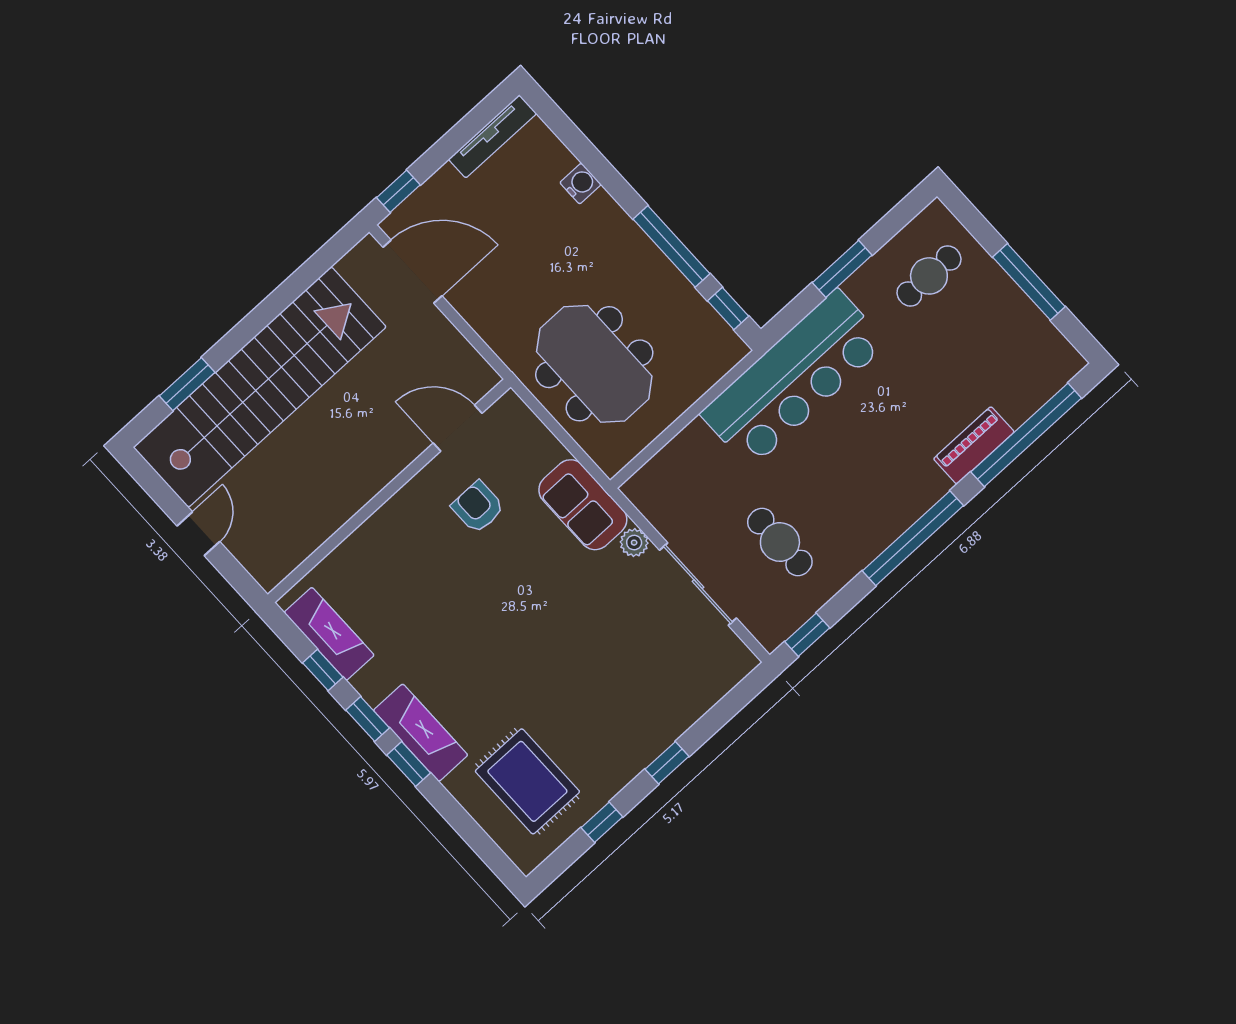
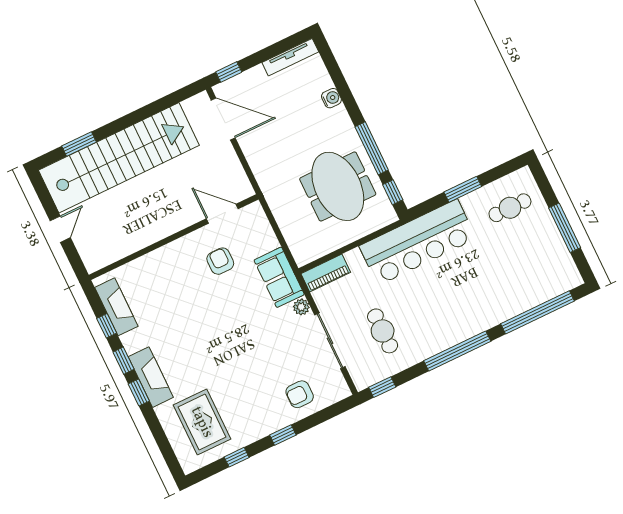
meeting table: (594, 364) -> (338, 186), moved
piano: (974, 445) -> (326, 273), moved, turned 180
armchair: (674, 687) -> (300, 394), added

